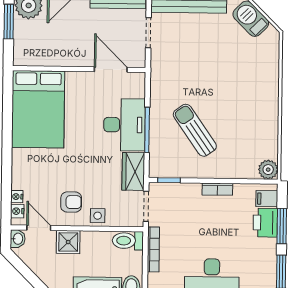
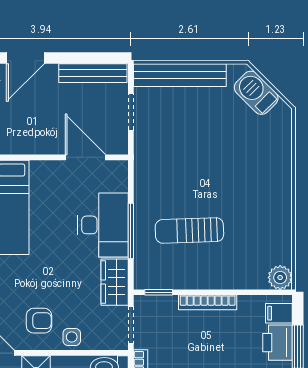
sun lounger: (195, 130) -> (189, 231), turned -57
bookcase: (217, 189) -> (208, 302), width x1.56

